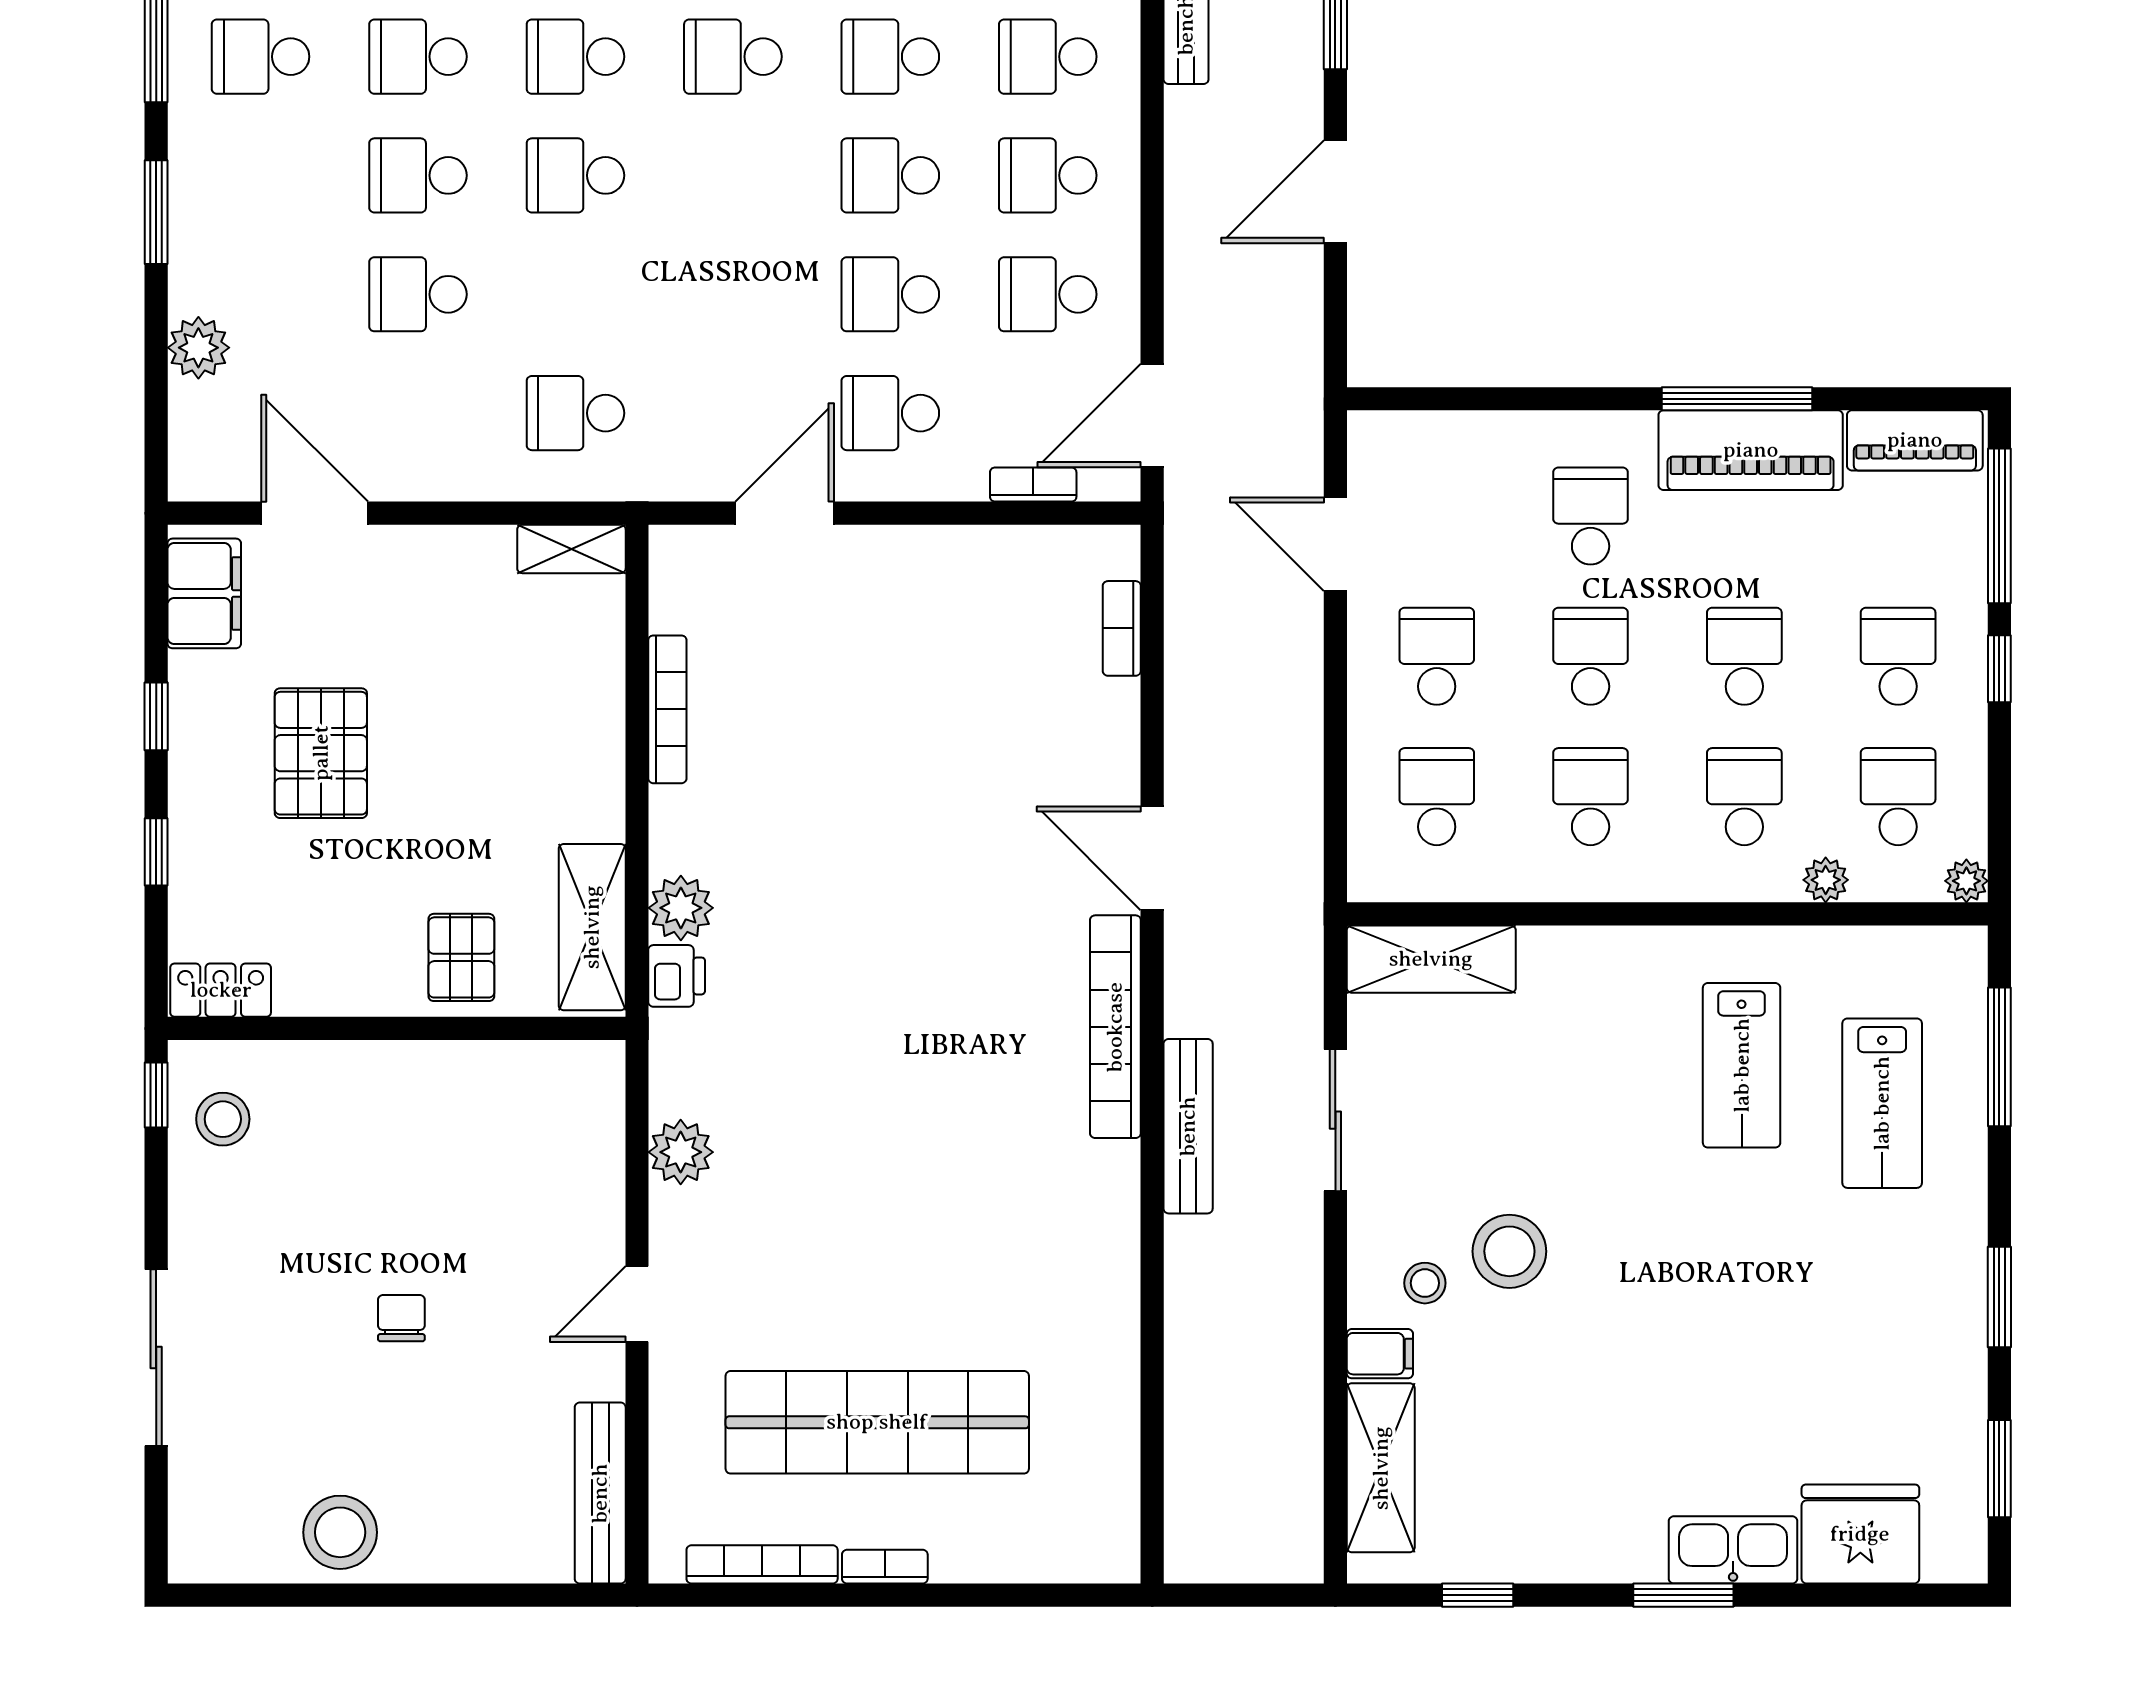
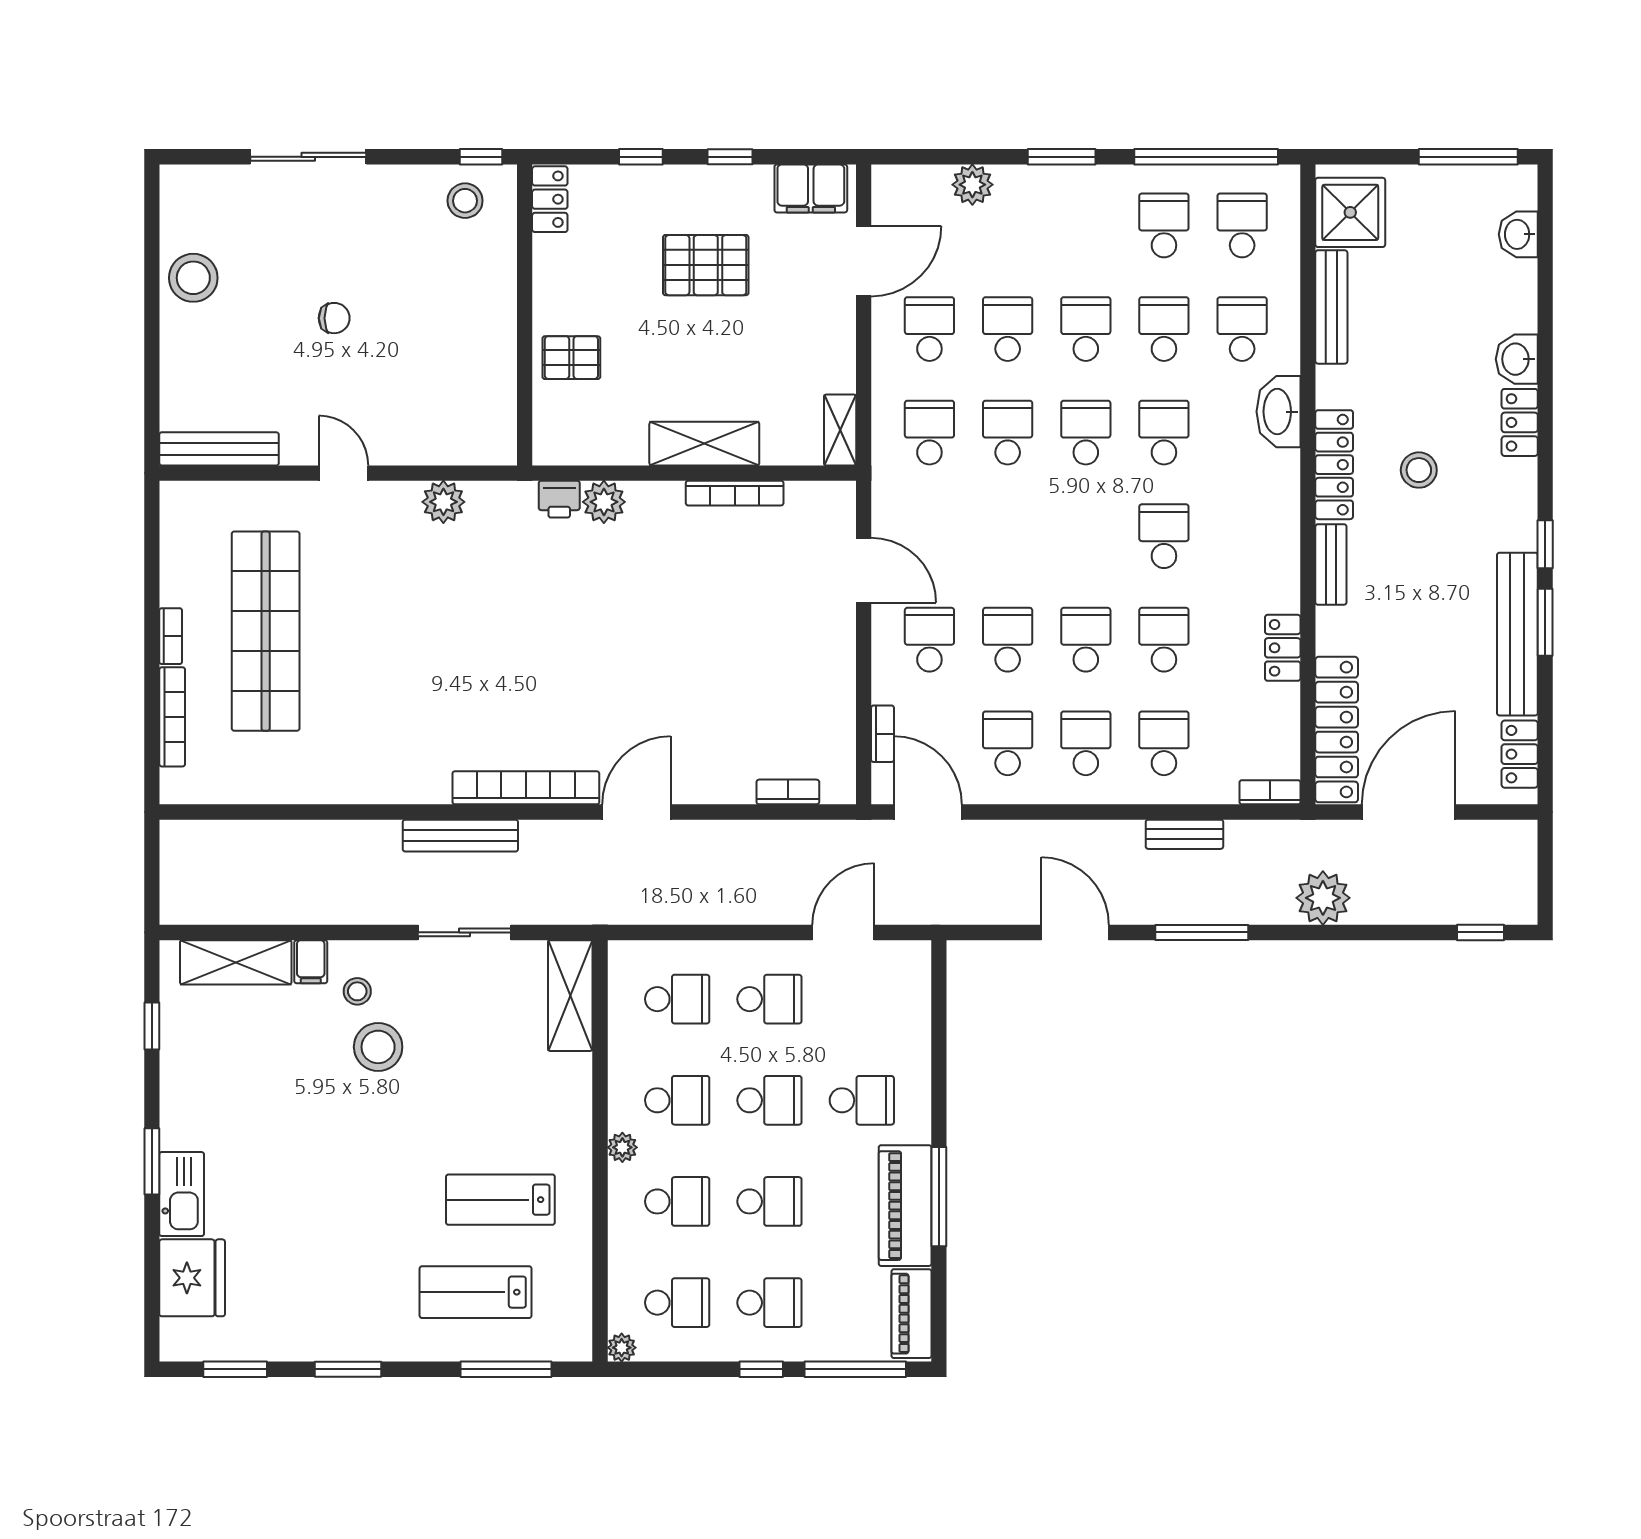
school desk: (575, 294) -> (1008, 433), added
school desk: (418, 413) -> (929, 329), added
plant: (1826, 880) -> (622, 1147), moved
shelving: (592, 927) -> (704, 444), moved
bookcase: (762, 1564) -> (172, 717), moved

